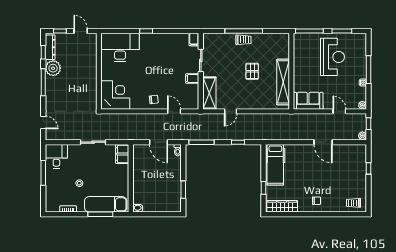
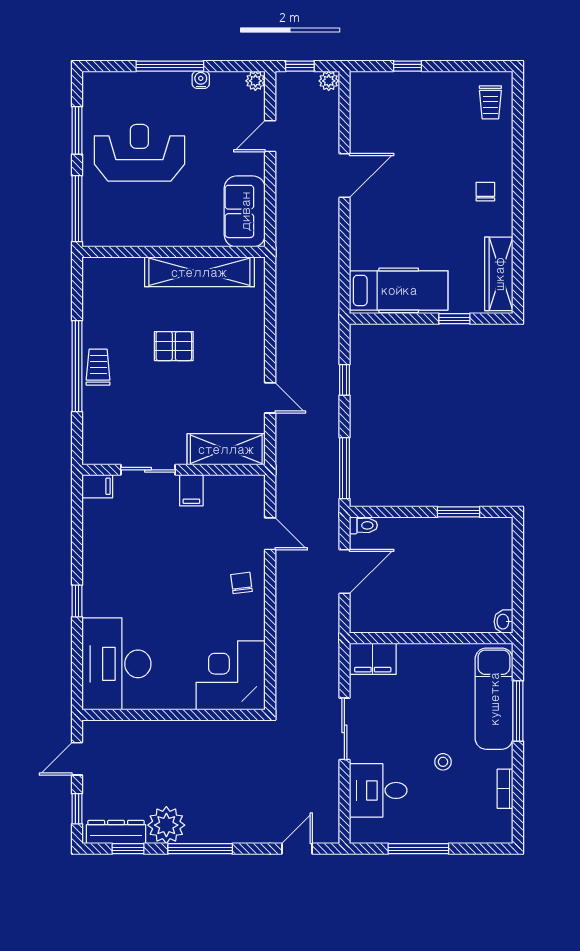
door: (174, 111) -> (270, 534), swing flipped
desk: (56, 156) -> (378, 790), moved

